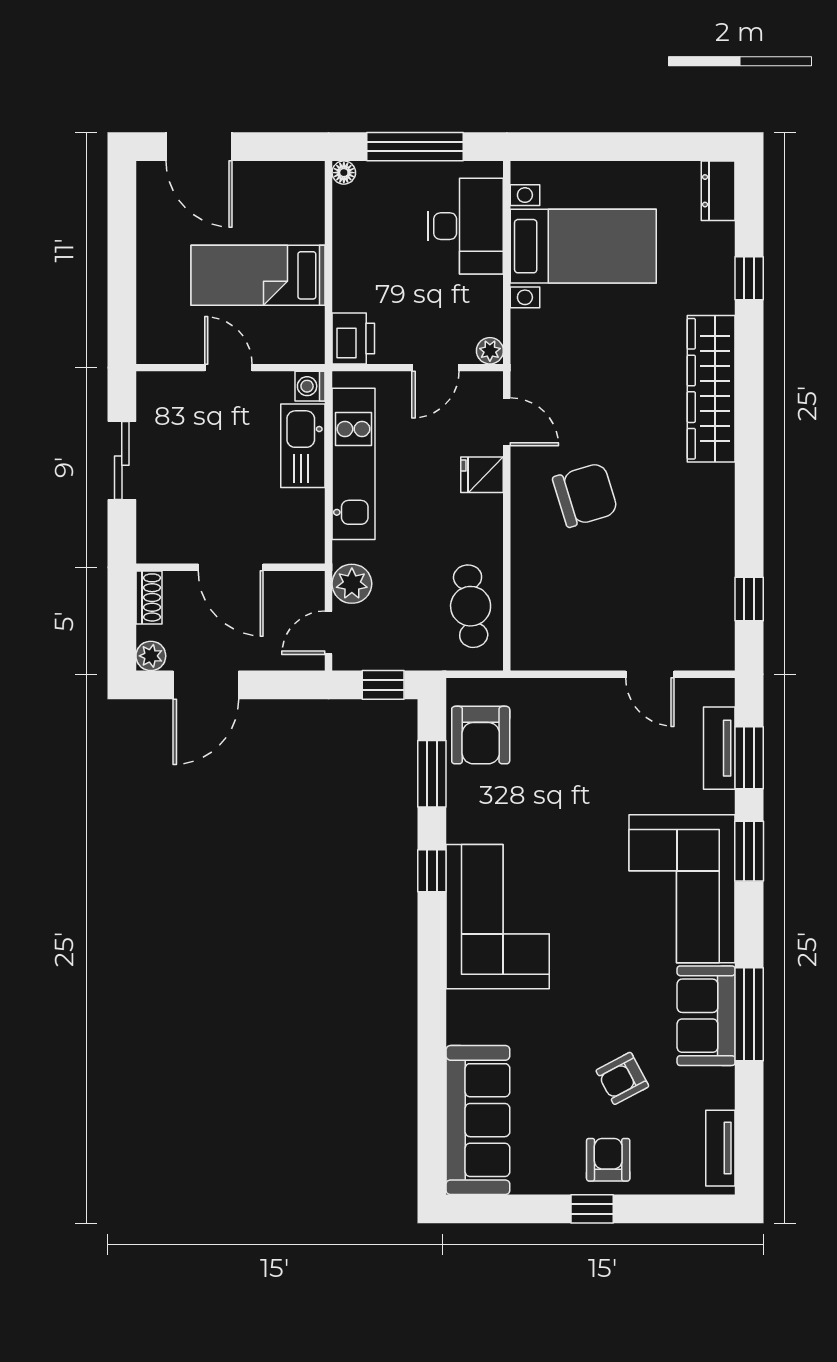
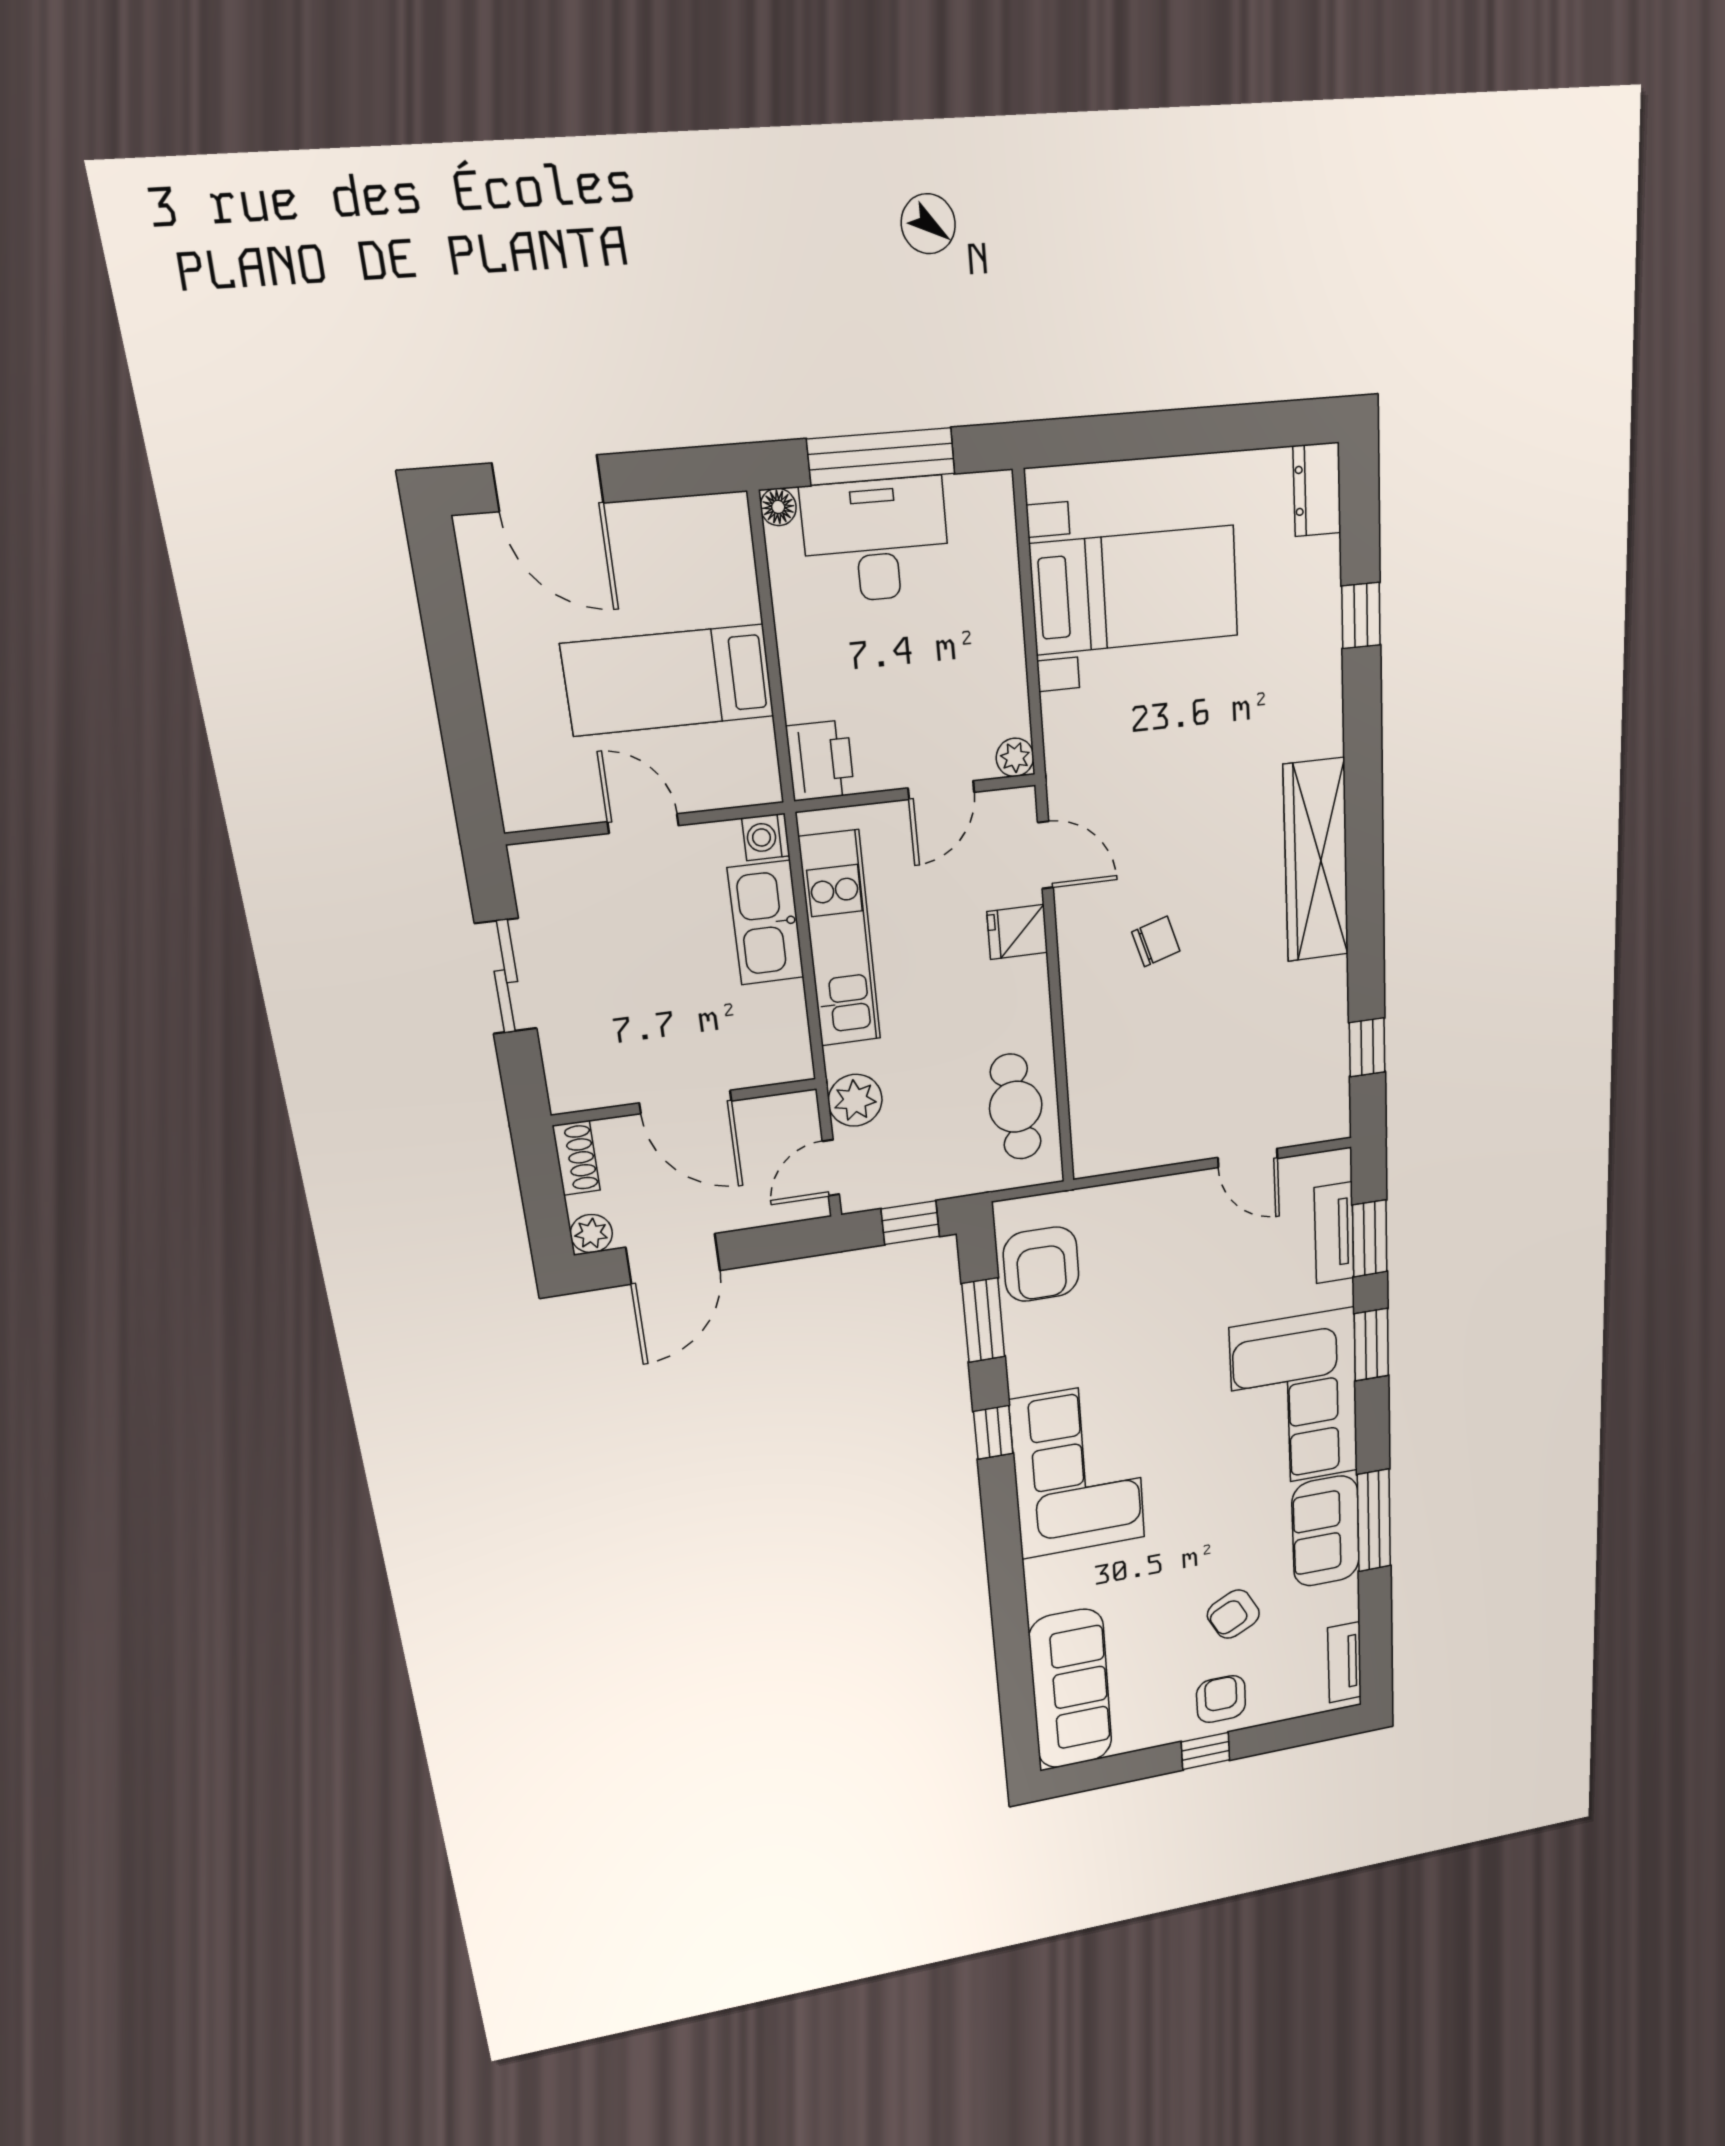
desk: (466, 226) -> (876, 540), moved, turned -90
wardrobe: (711, 389) -> (1316, 861), moved
chair: (585, 495) -> (1156, 941), width x0.54, depth x0.54

